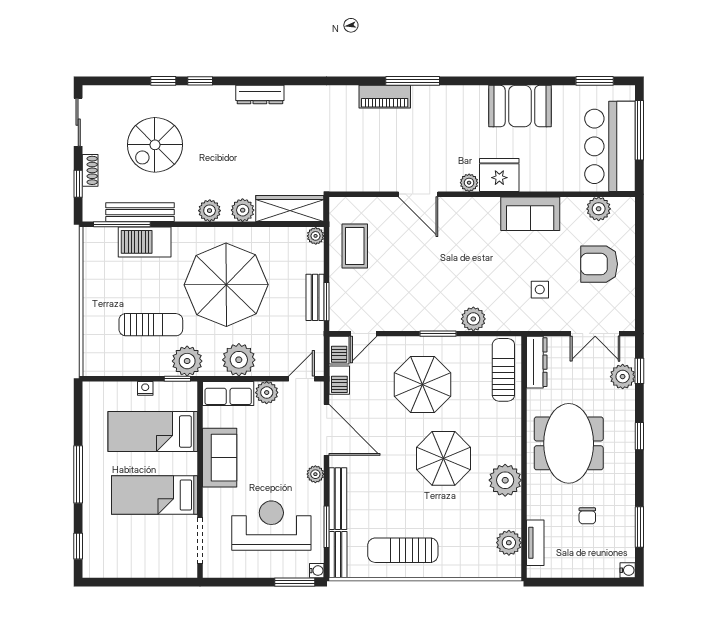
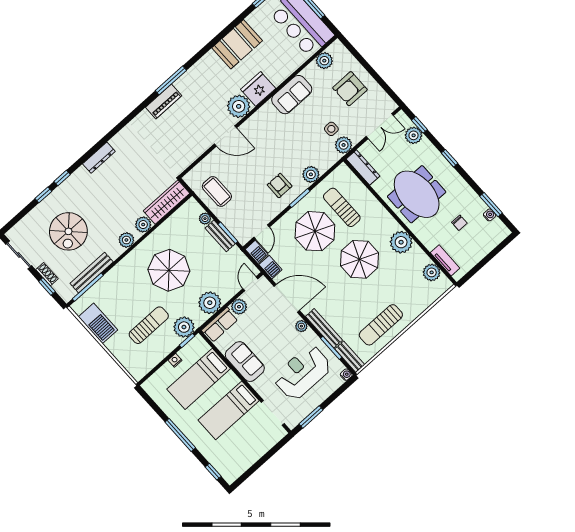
plant: (469, 183) -> (239, 106), width x1.88, depth x1.88
plant: (316, 236) -> (205, 219), moved
barbecue: (145, 242) -> (98, 323), moved, turned -90
parasol: (226, 285) -> (169, 270), width x0.73, depth x0.73
armchair: (429, 301) -> (280, 185), added
plant: (537, 319) -> (344, 145), added
sun lounger: (503, 370) -> (342, 207), moved
water cooler: (628, 570) -> (490, 215), moved
window: (295, 582) -> (311, 417), moved

